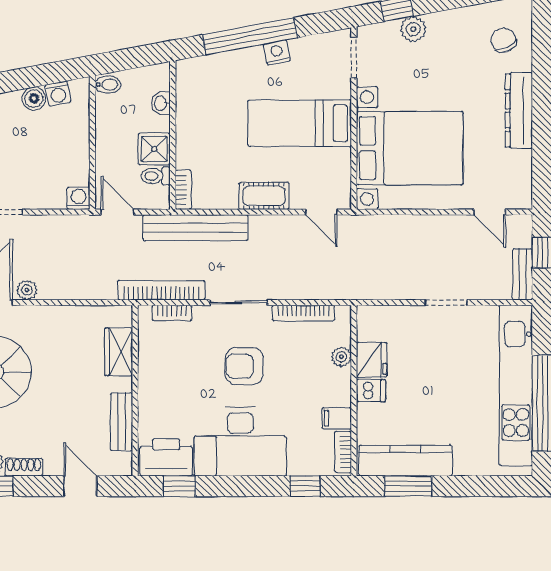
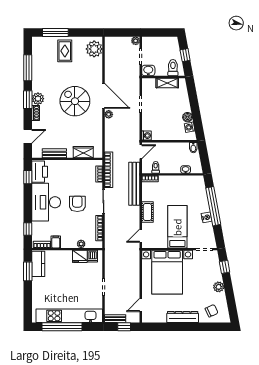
plant: (413, 29) -> (219, 287), moved
shower: (154, 149) -> (167, 167), removed
dishwasher: (371, 391) -> (93, 256), moved
kitchen counter: (405, 461) -> (38, 264), width x0.67

